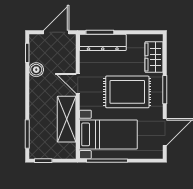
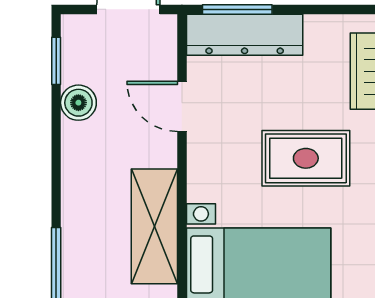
door: (78, 83) -> (182, 106), moved
rug: (127, 92) -> (306, 158), width x0.73, depth x0.70

